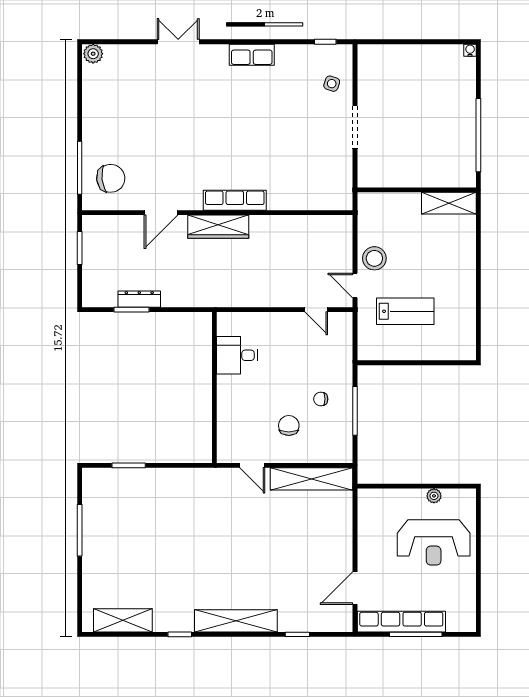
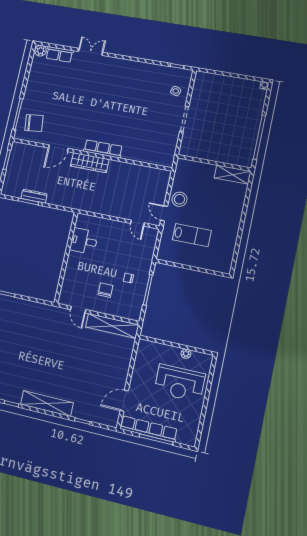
row of seats: (252, 55) -> (59, 54), moved

